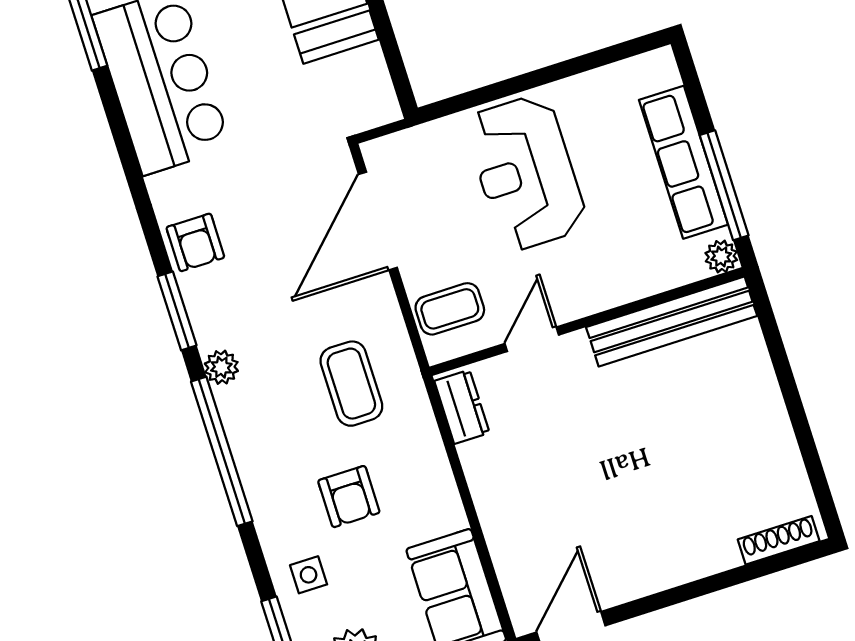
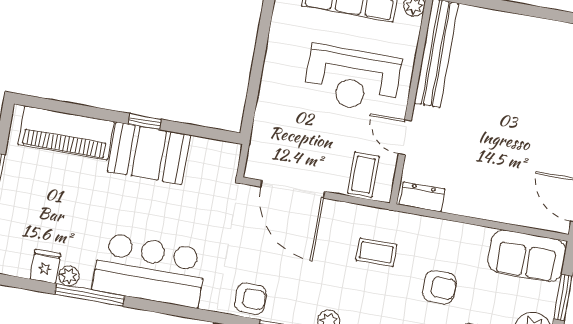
reception desk: (526, 173) -> (352, 79), moved
coffee table: (351, 384) -> (376, 252), width x0.73, depth x0.77

